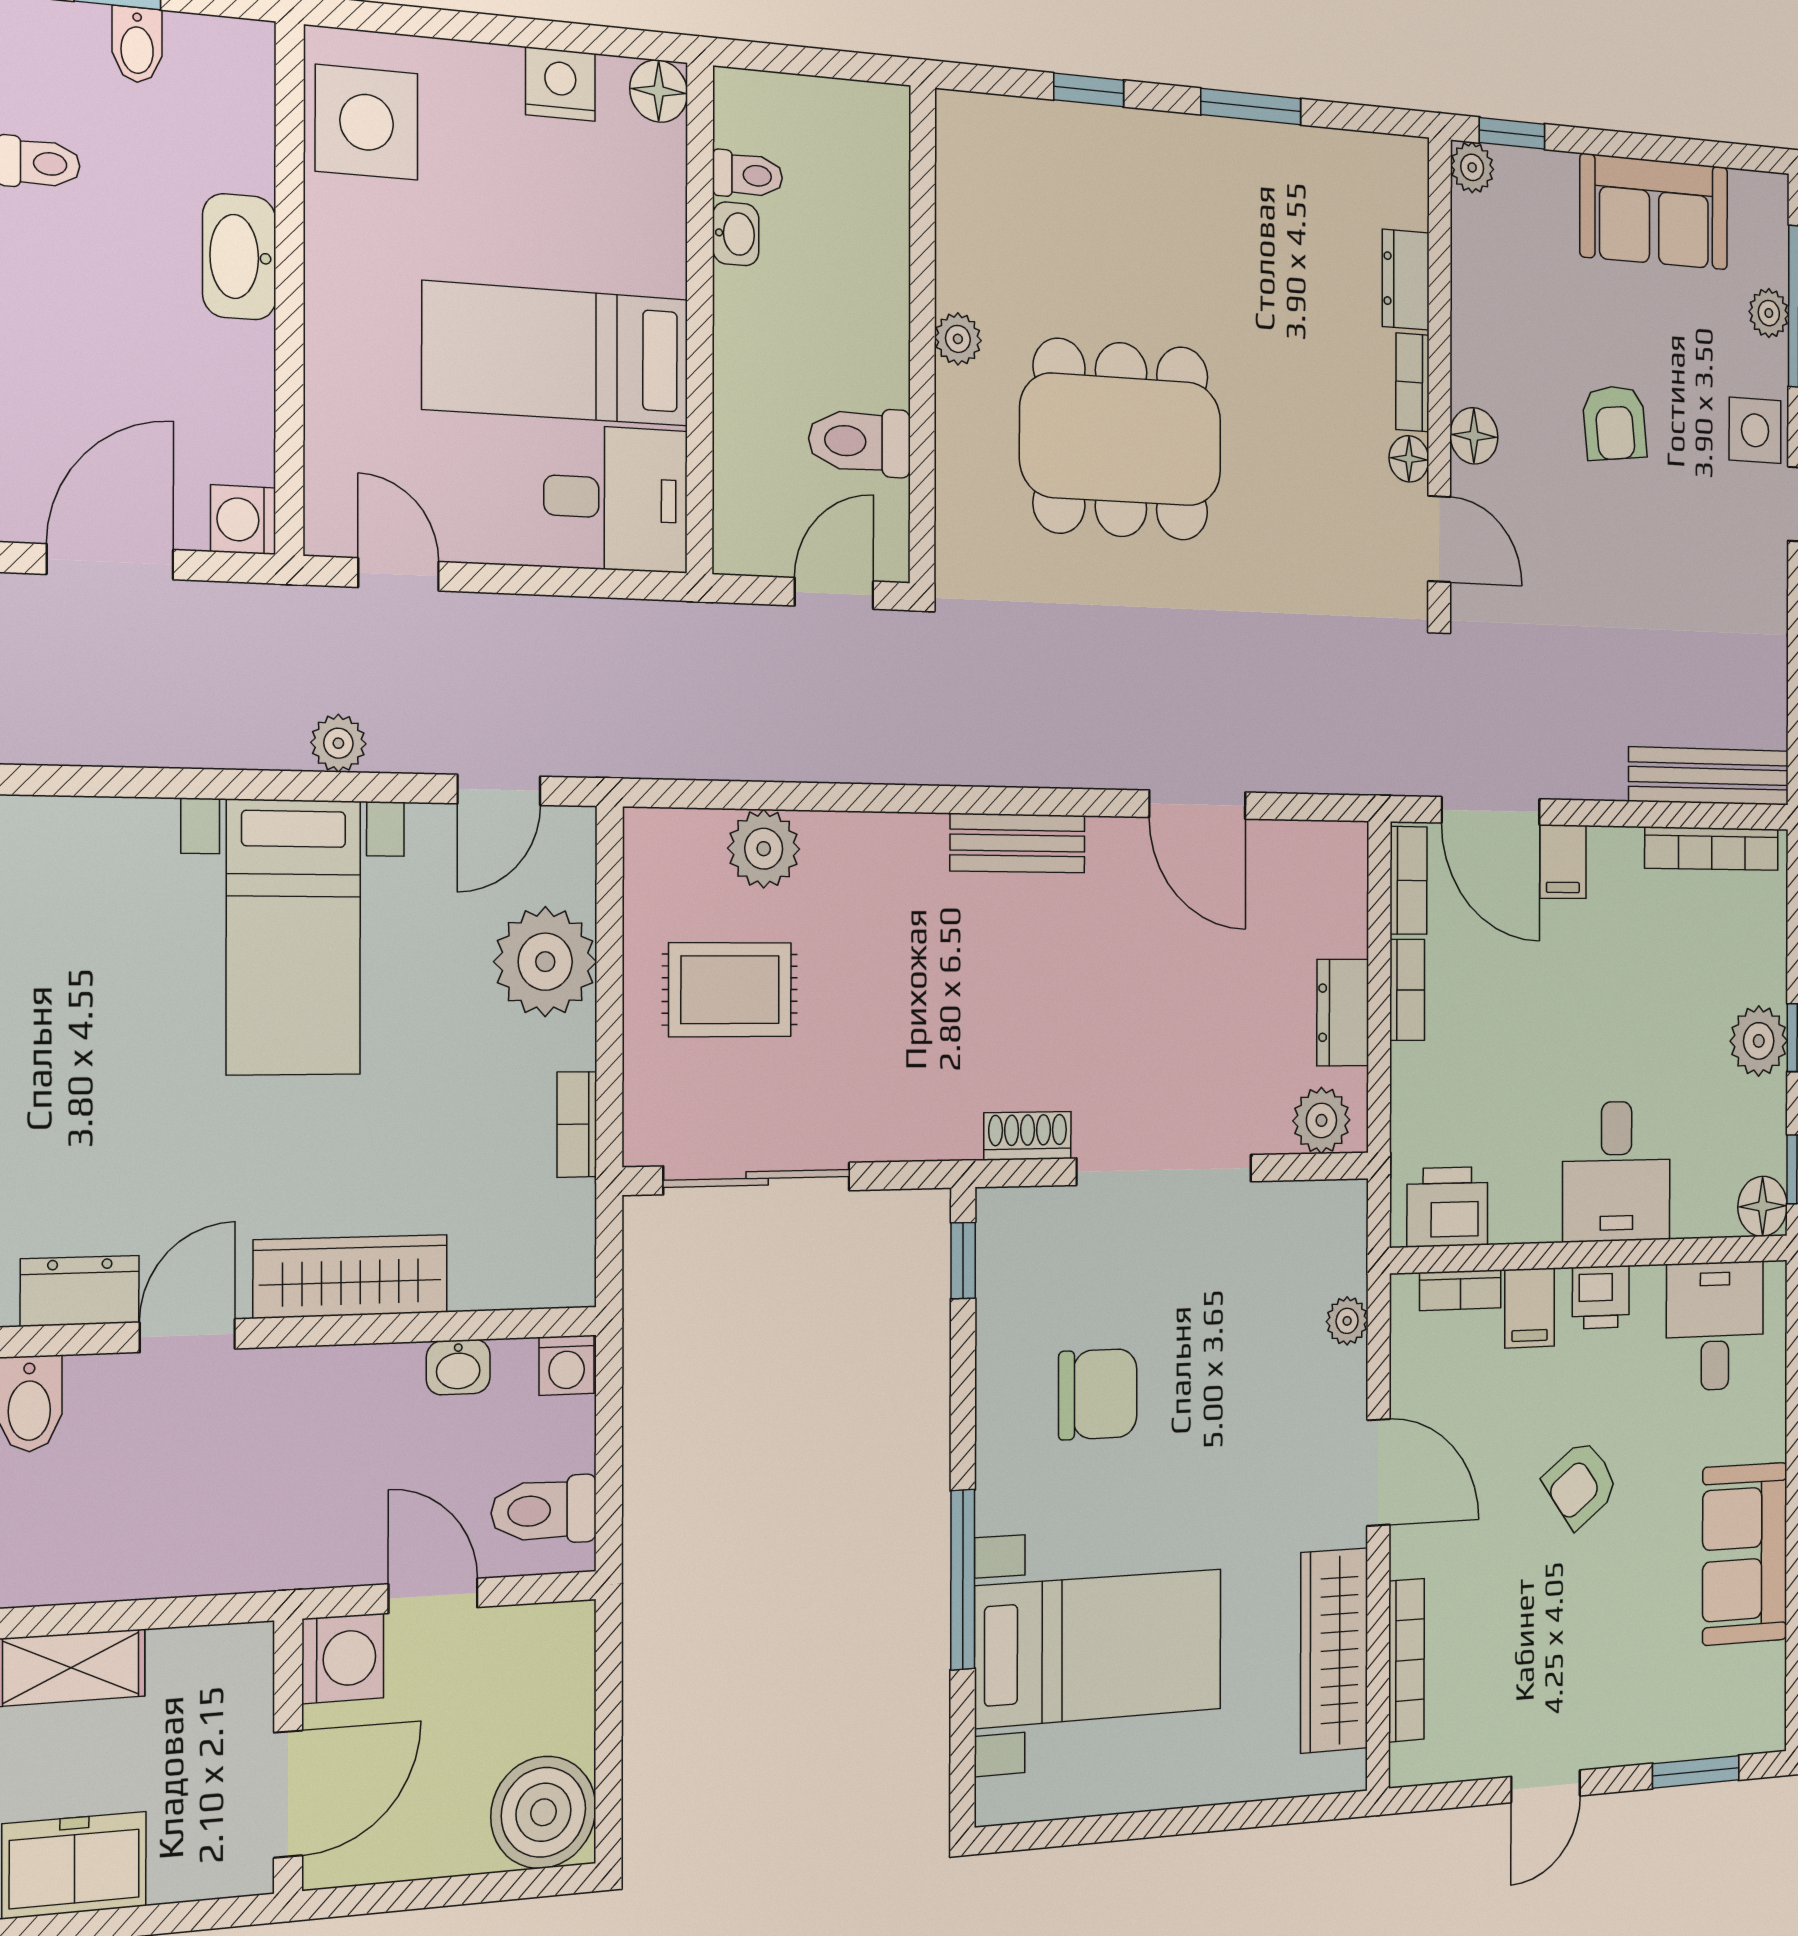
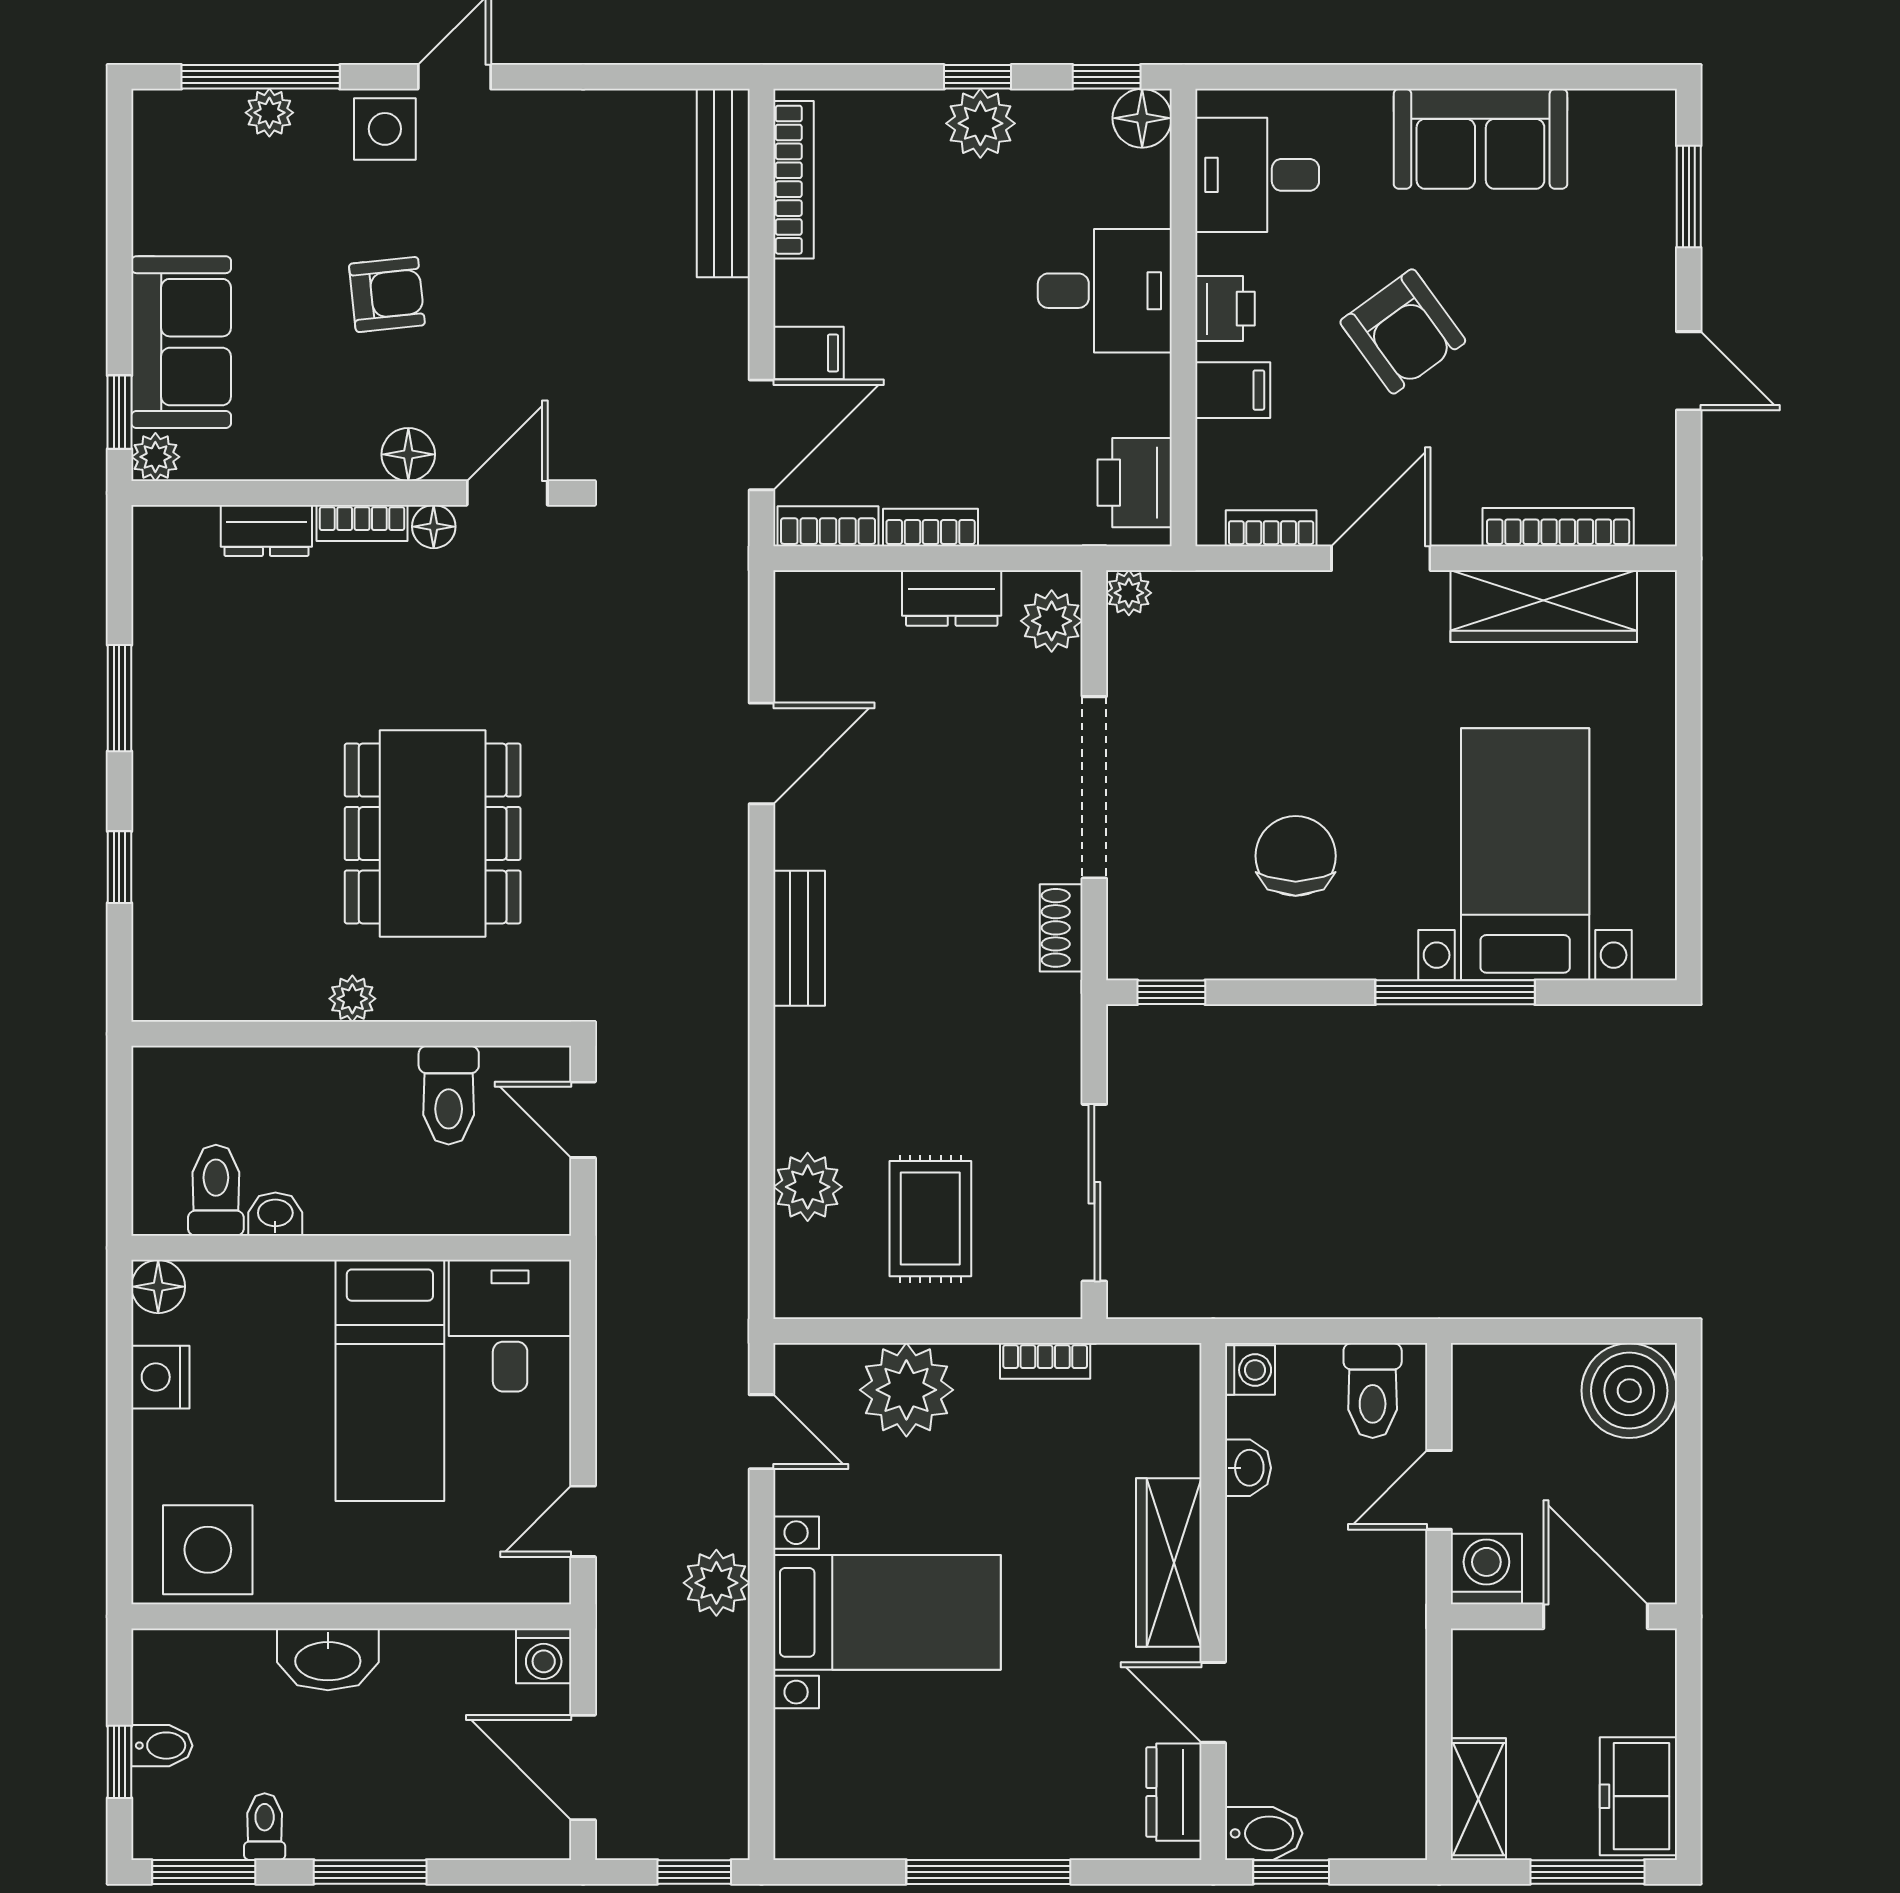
toilet: (748, 175) -> (216, 1190), width x1.37, depth x1.39
sofa: (1654, 212) -> (181, 342), moved
plant: (338, 743) -> (716, 1583), width x1.38, depth x1.38
bookcase: (1460, 1290) -> (1271, 528), moved, turned -90
plant: (1347, 1321) -> (1129, 593), moved
armchair: (1581, 1484) -> (1403, 331), width x1.38, depth x1.38

